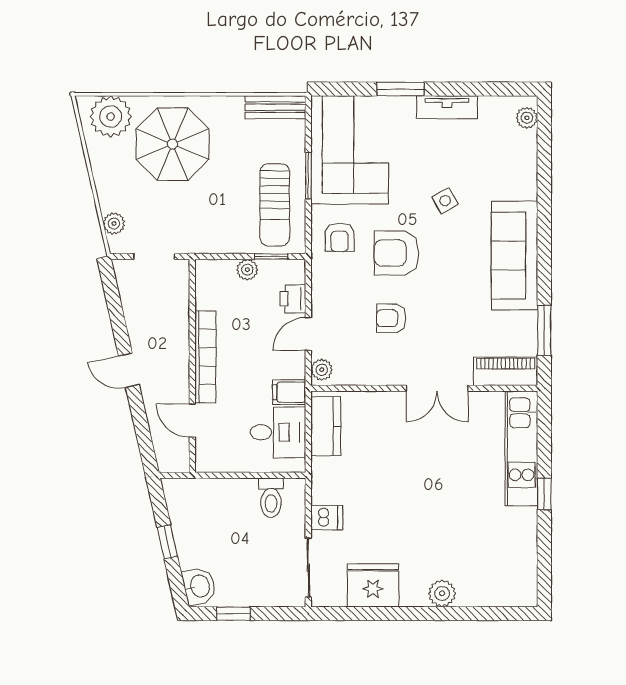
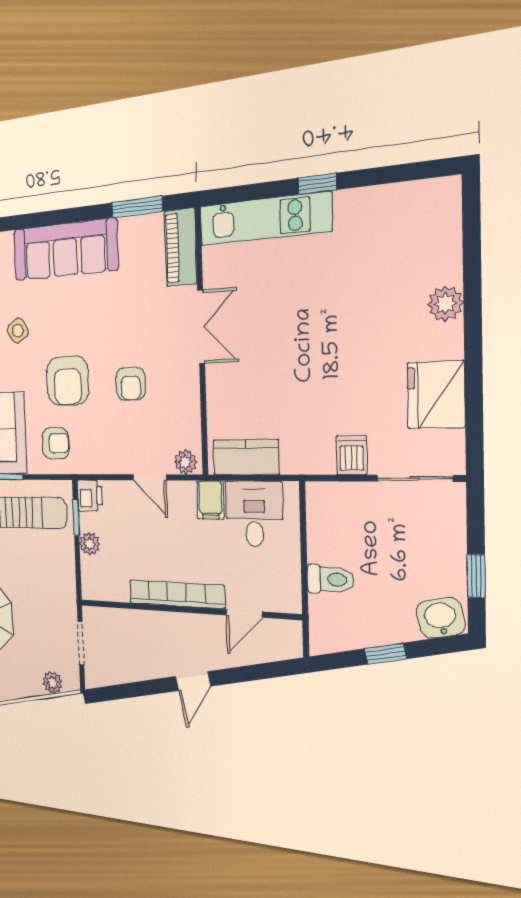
printer: (293, 299) -> (90, 495), moved, turned -90
toilet: (271, 498) -> (331, 579), moved

